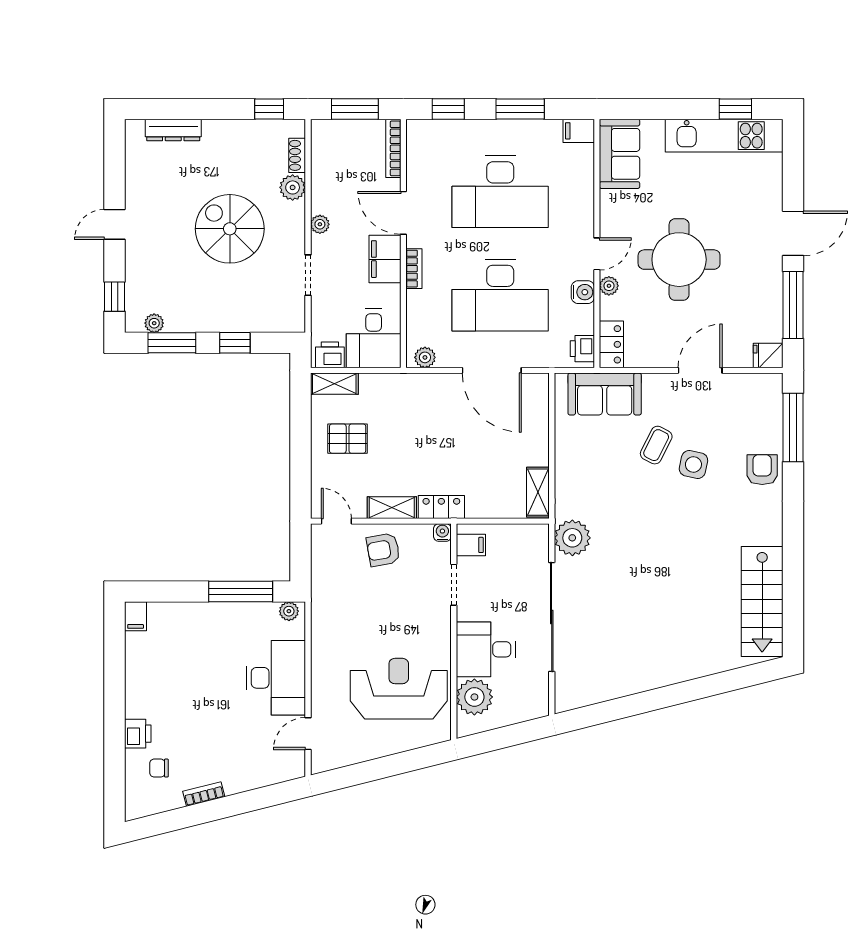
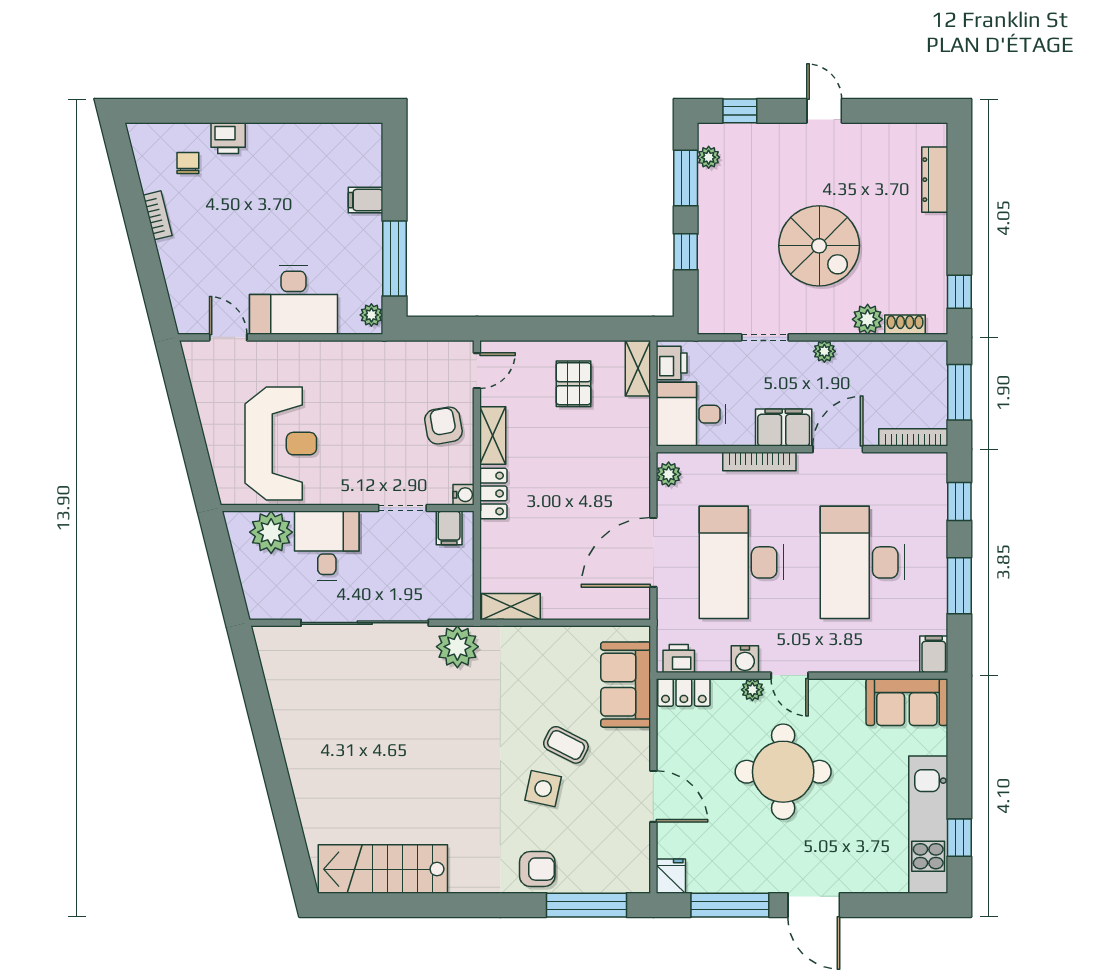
spiral stairs: (230, 229) -> (819, 246), turned 90
bookcase: (414, 269) -> (759, 461), width x1.56
filing cabinet: (136, 616) -> (366, 200), moved

